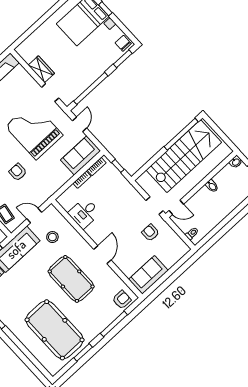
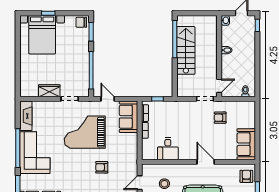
stairs: (184, 156) -> (186, 50), width x0.73, depth x0.66

